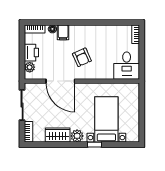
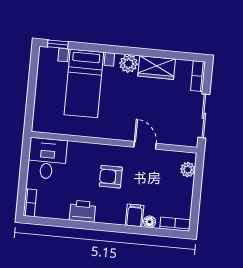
printer: (31, 53) -> (82, 211), moved, turned 90
armchair: (82, 57) -> (111, 177), turned -66
door: (60, 81) -> (145, 145), width x0.53
window: (95, 145) -> (58, 44), moved

